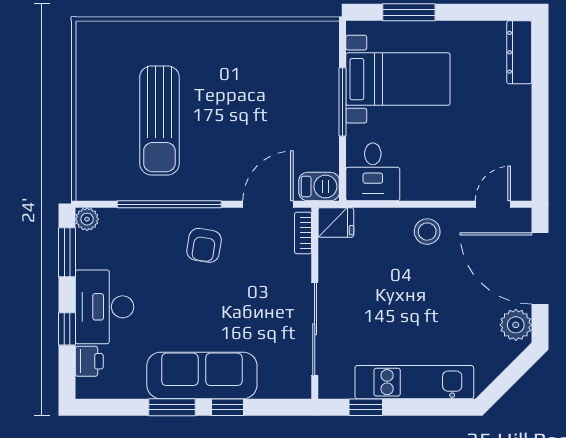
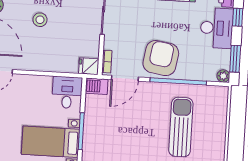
stool: (427, 232) -> (40, 20), moved
armchair: (204, 245) -> (161, 58), width x1.88, depth x1.88

